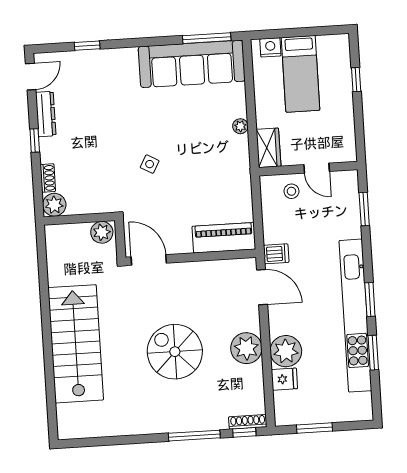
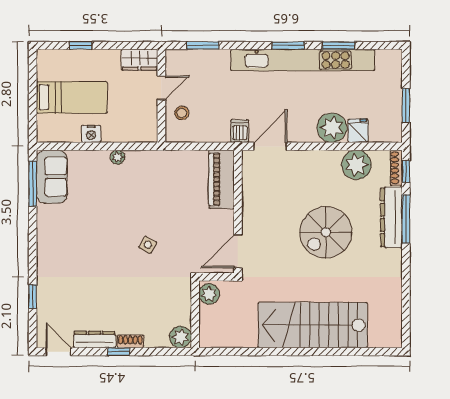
nightstand: (270, 47) -> (91, 134), moved, turned -90
sofa: (192, 64) -> (52, 177), width x0.54, depth x0.79
wardrobe: (268, 148) -> (140, 60), moved, turned 180
shoe rack: (48, 178) -> (130, 341), moved
plant: (246, 348) -> (356, 165), moved
dresser: (195, 420) -> (391, 217), added

